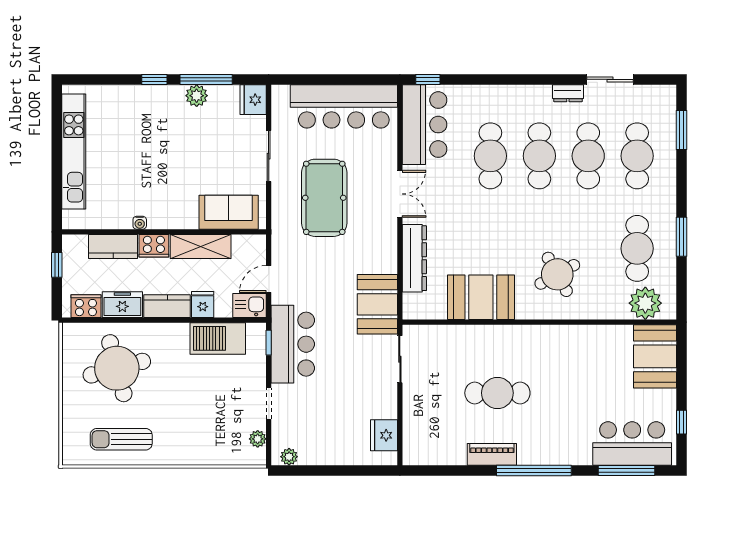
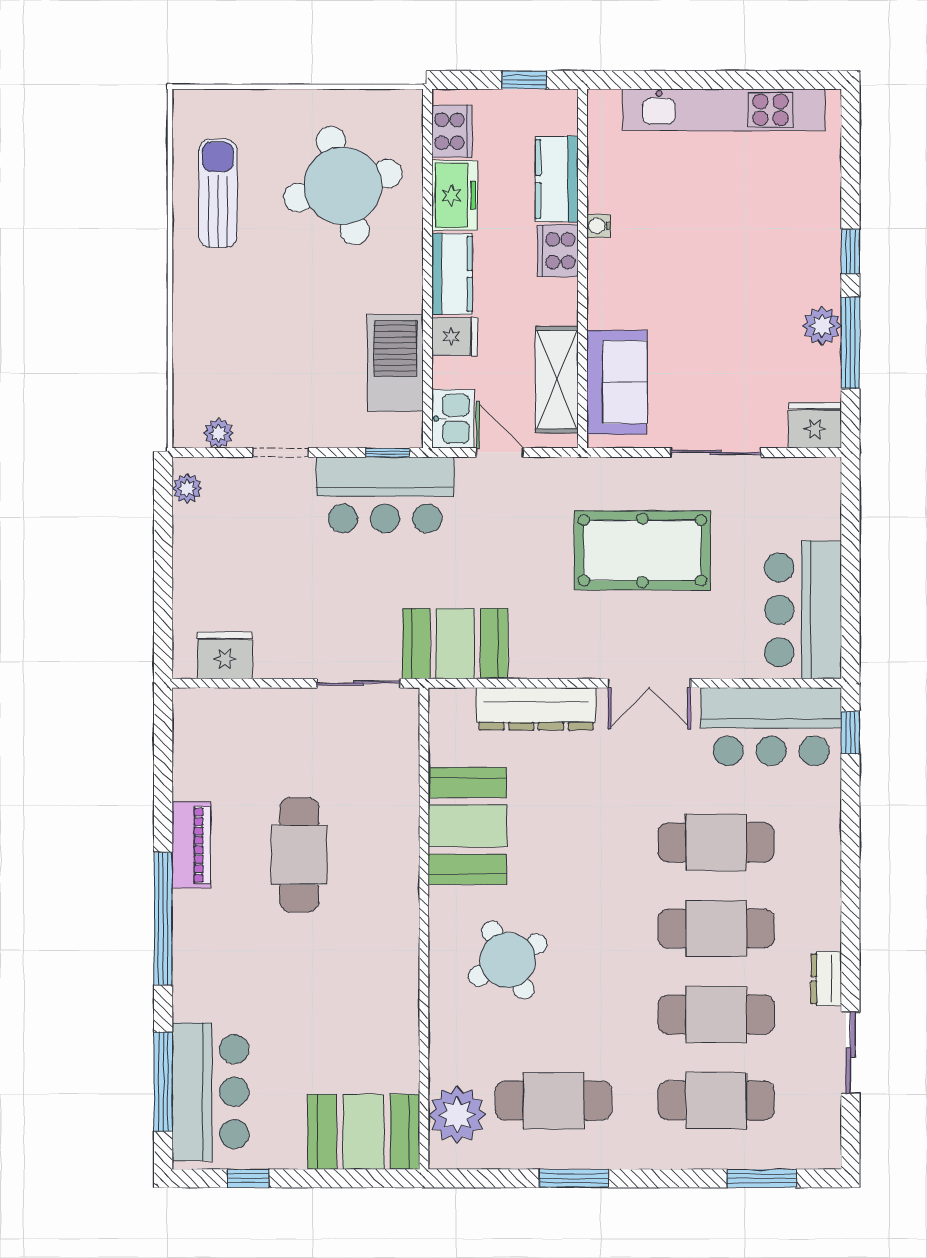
bar counter: (344, 106) -> (803, 610), width x0.73
shelving: (201, 246) -> (557, 380), moved

